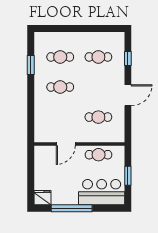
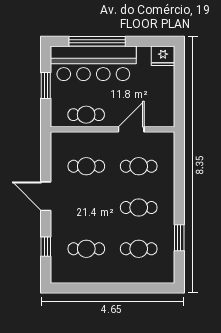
door: (128, 95) -> (46, 196), hinge flipped
cafe table: (60, 117) -> (139, 166), added
bar counter: (102, 192) -> (93, 63), width x1.36
window: (72, 208) -> (97, 41), moved

